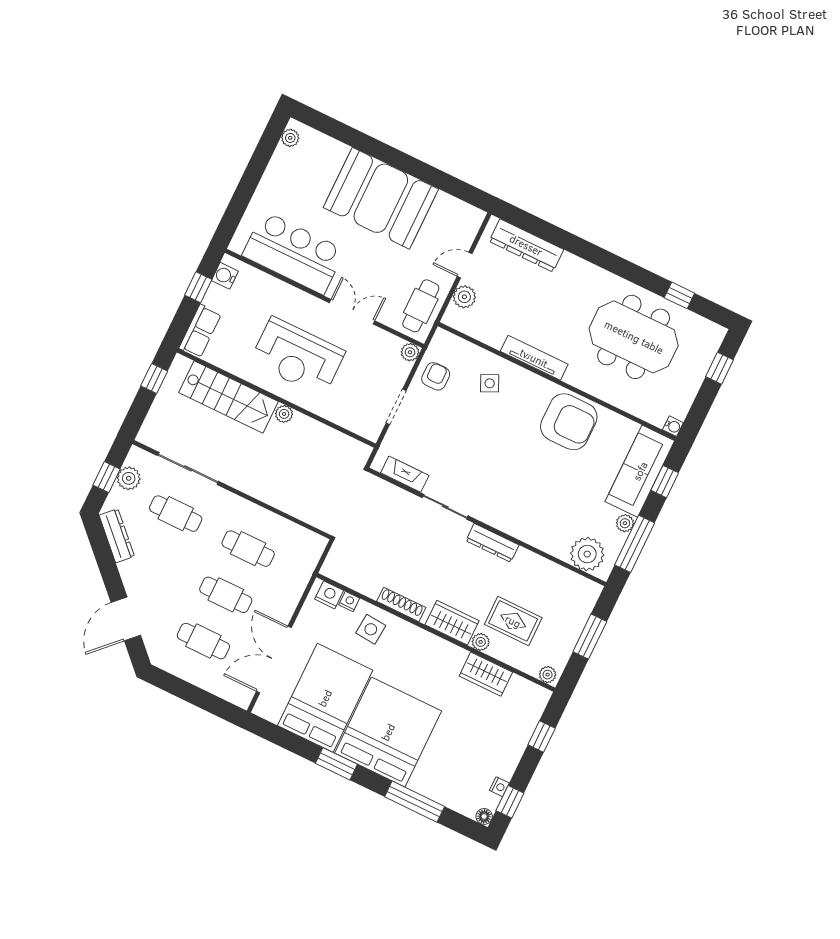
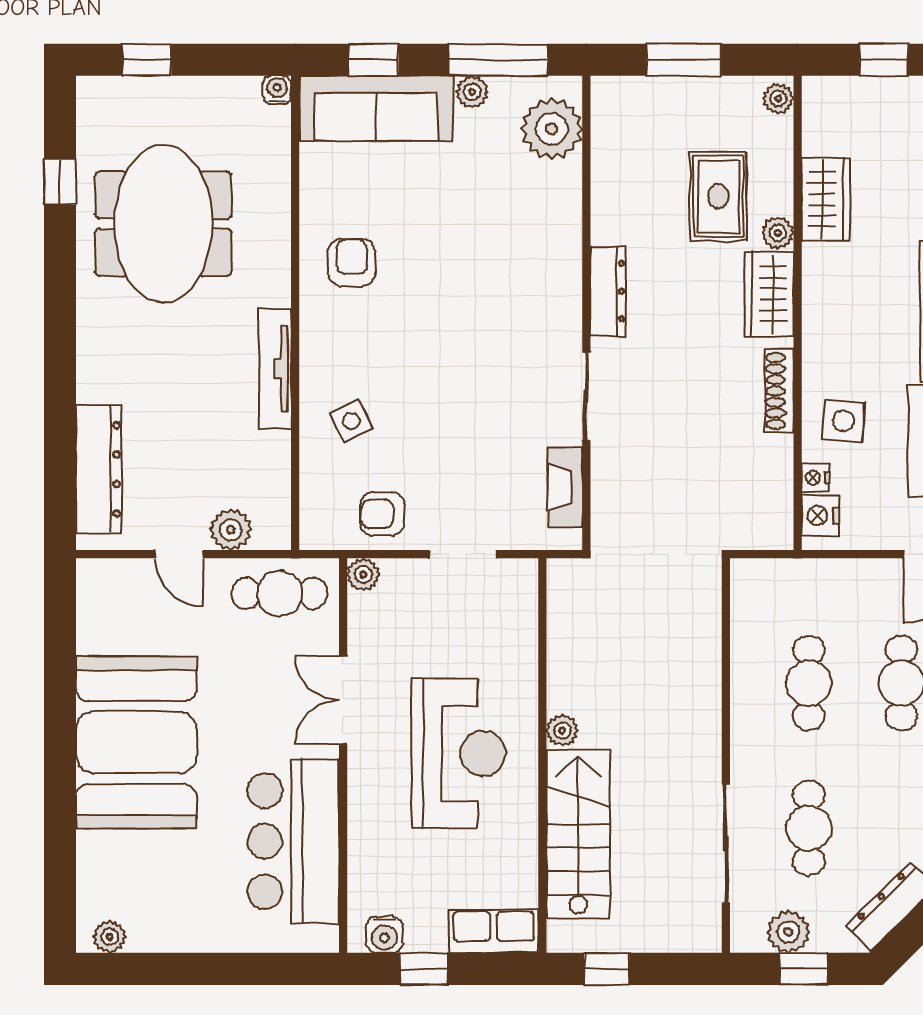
armchair: (569, 422) -> (352, 262), width x0.53, depth x0.53

